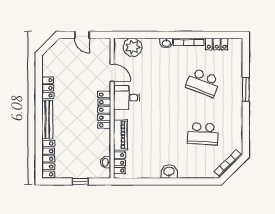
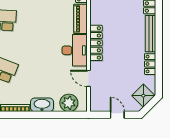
washbasin: (166, 43) -> (42, 105), width x1.91, depth x1.45
shower: (55, 55) -> (143, 96), added
desk: (127, 98) -> (75, 50), width x1.37

